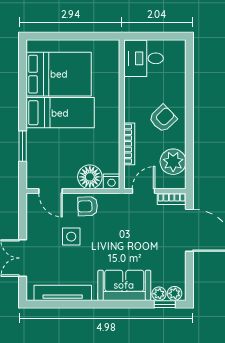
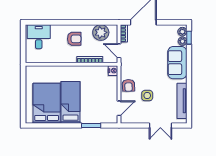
desk: (144, 58) -> (39, 37), moved, turned 180
armchair: (163, 119) -> (74, 39), turned 134
floor lamp: (90, 177) -> (110, 84), removed

